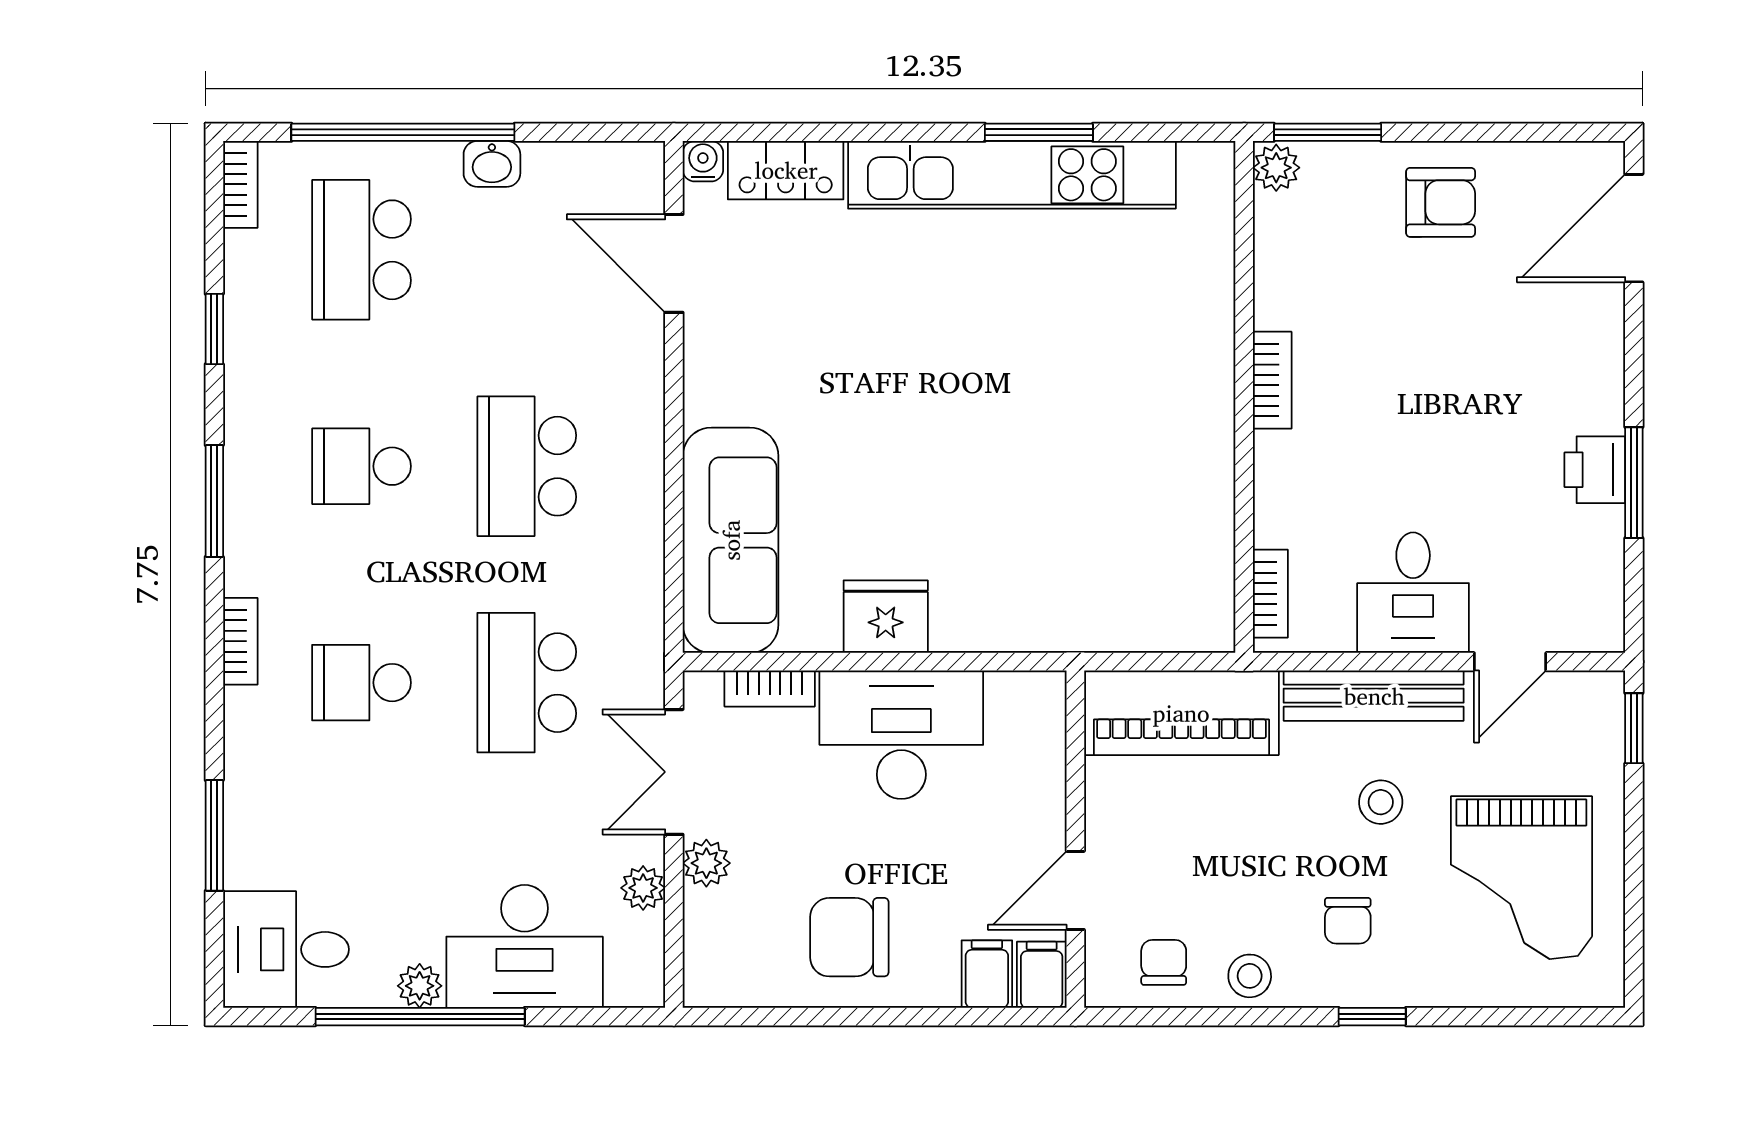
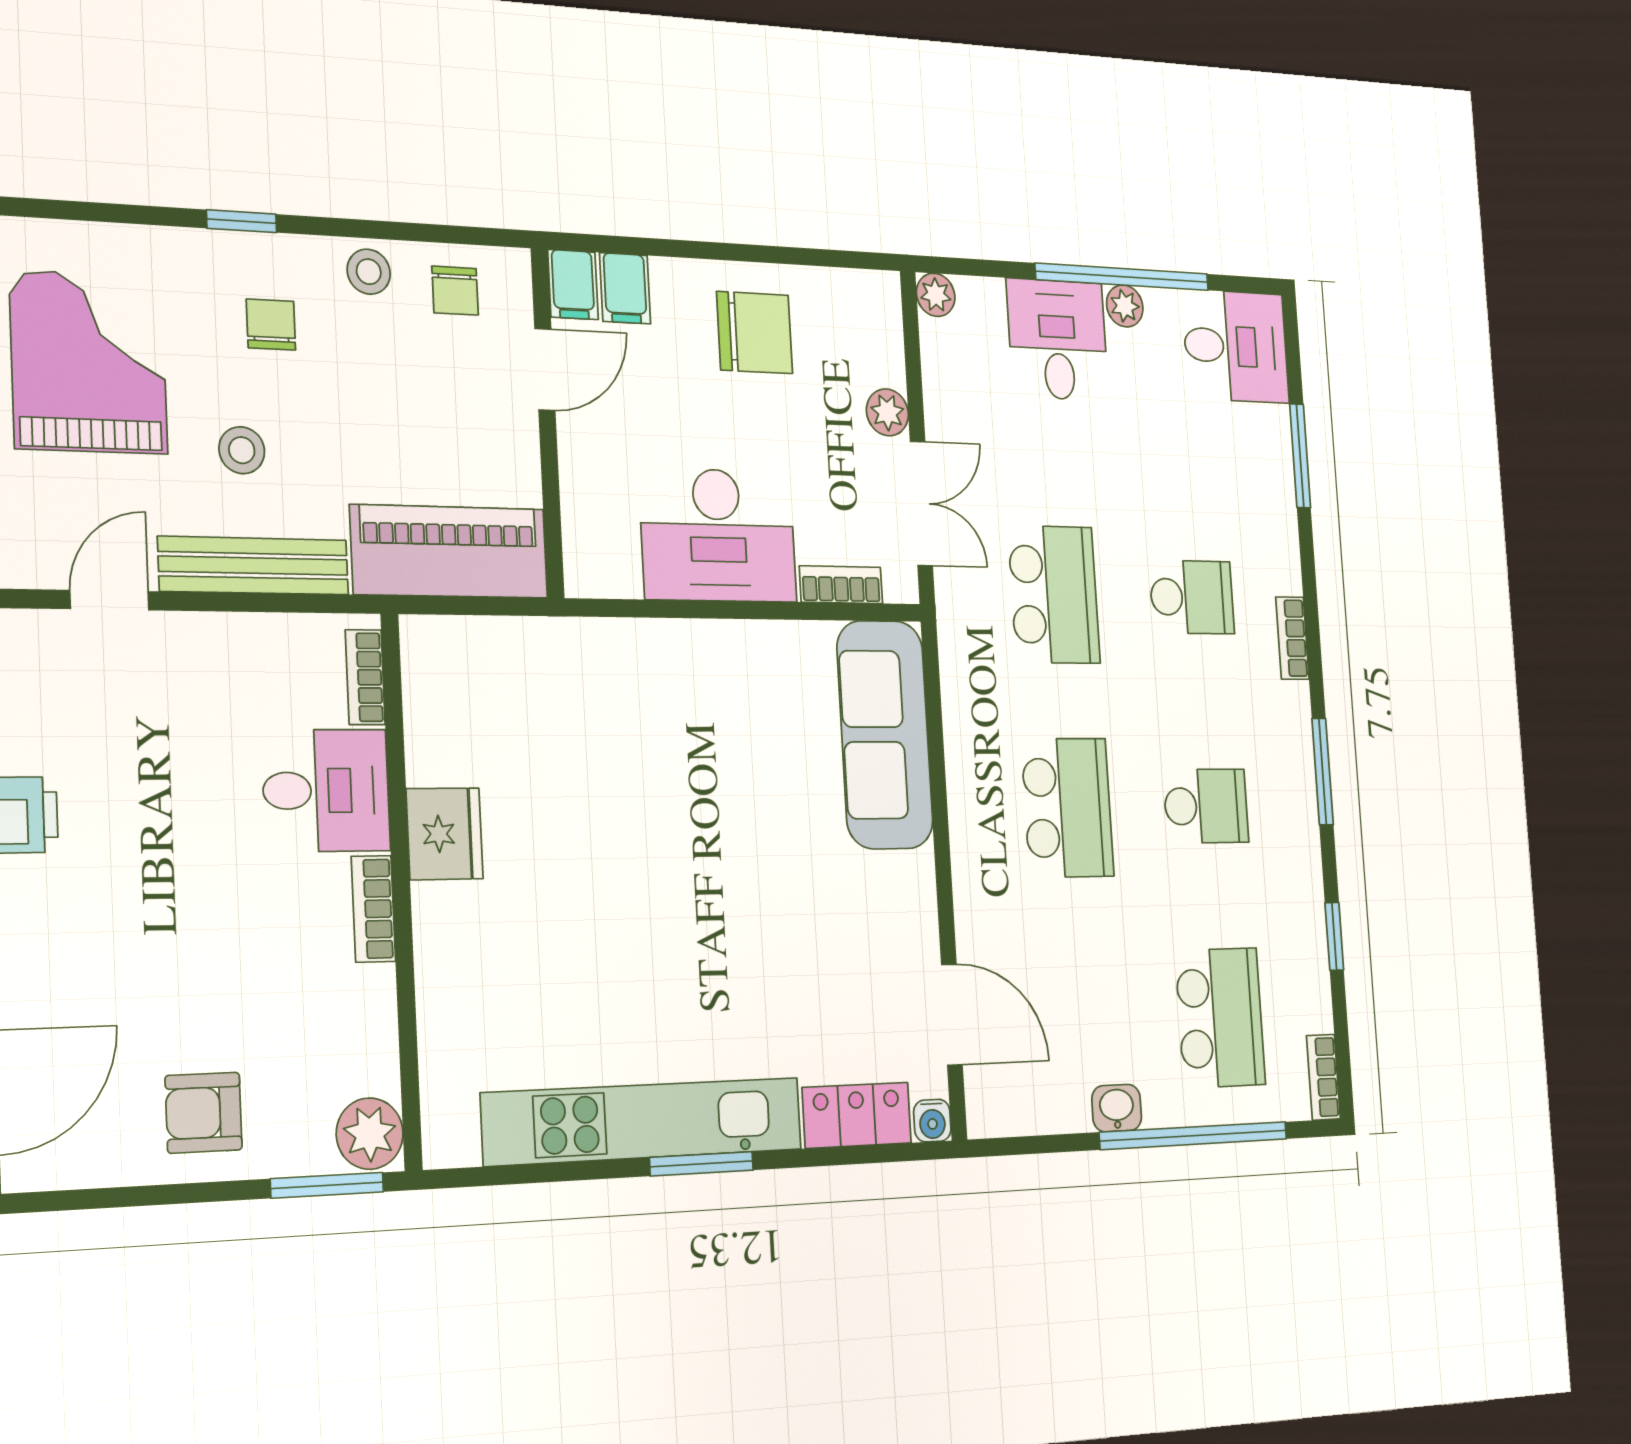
window: (1039, 132) -> (702, 1164), moved
plant: (1276, 168) -> (370, 1134), width x1.38, depth x1.38
desk: (1413, 593) -> (326, 790), moved, turned 90
fridge: (886, 617) -> (445, 834), moved, turned -90
plant: (643, 888) -> (936, 295), moved
desk: (525, 946) -> (1058, 340), width x0.73

